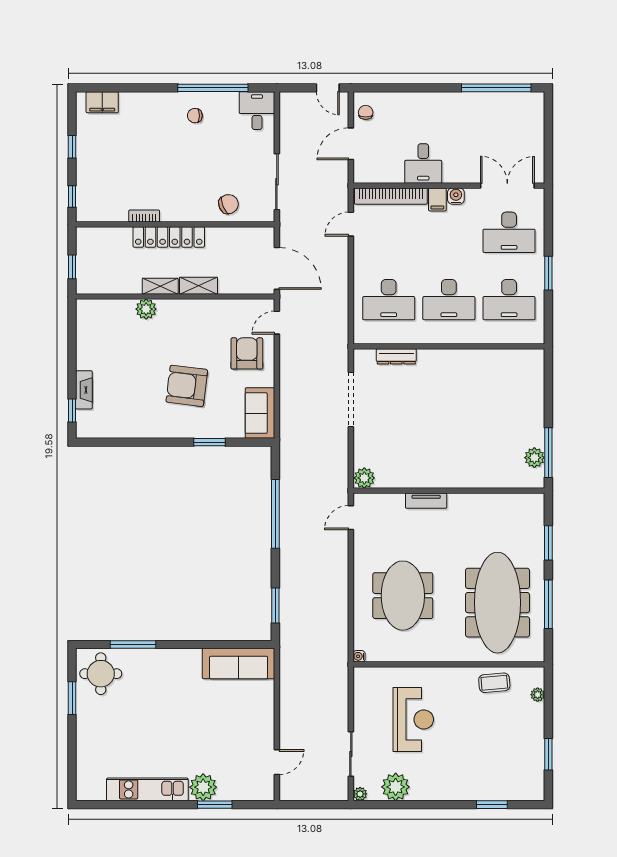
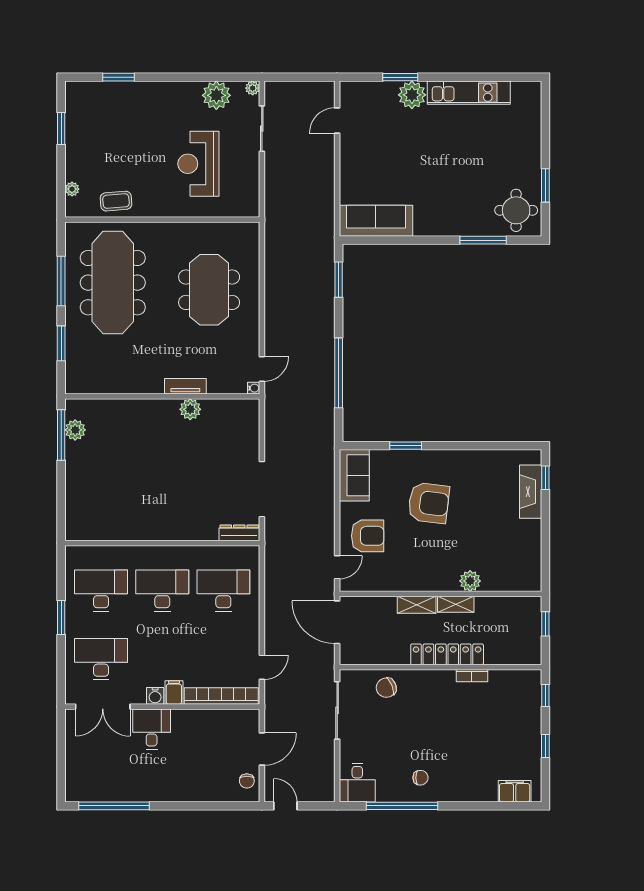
desk: (423, 163) -> (152, 729), moved
armchair: (247, 353) -> (368, 536), turned -90
dresser: (396, 356) -> (239, 533), moved
fireplace: (84, 390) -> (531, 492), width x1.37, depth x1.32
plant: (364, 478) -> (190, 409), moved
water cooler: (359, 656) -> (254, 388), moved

